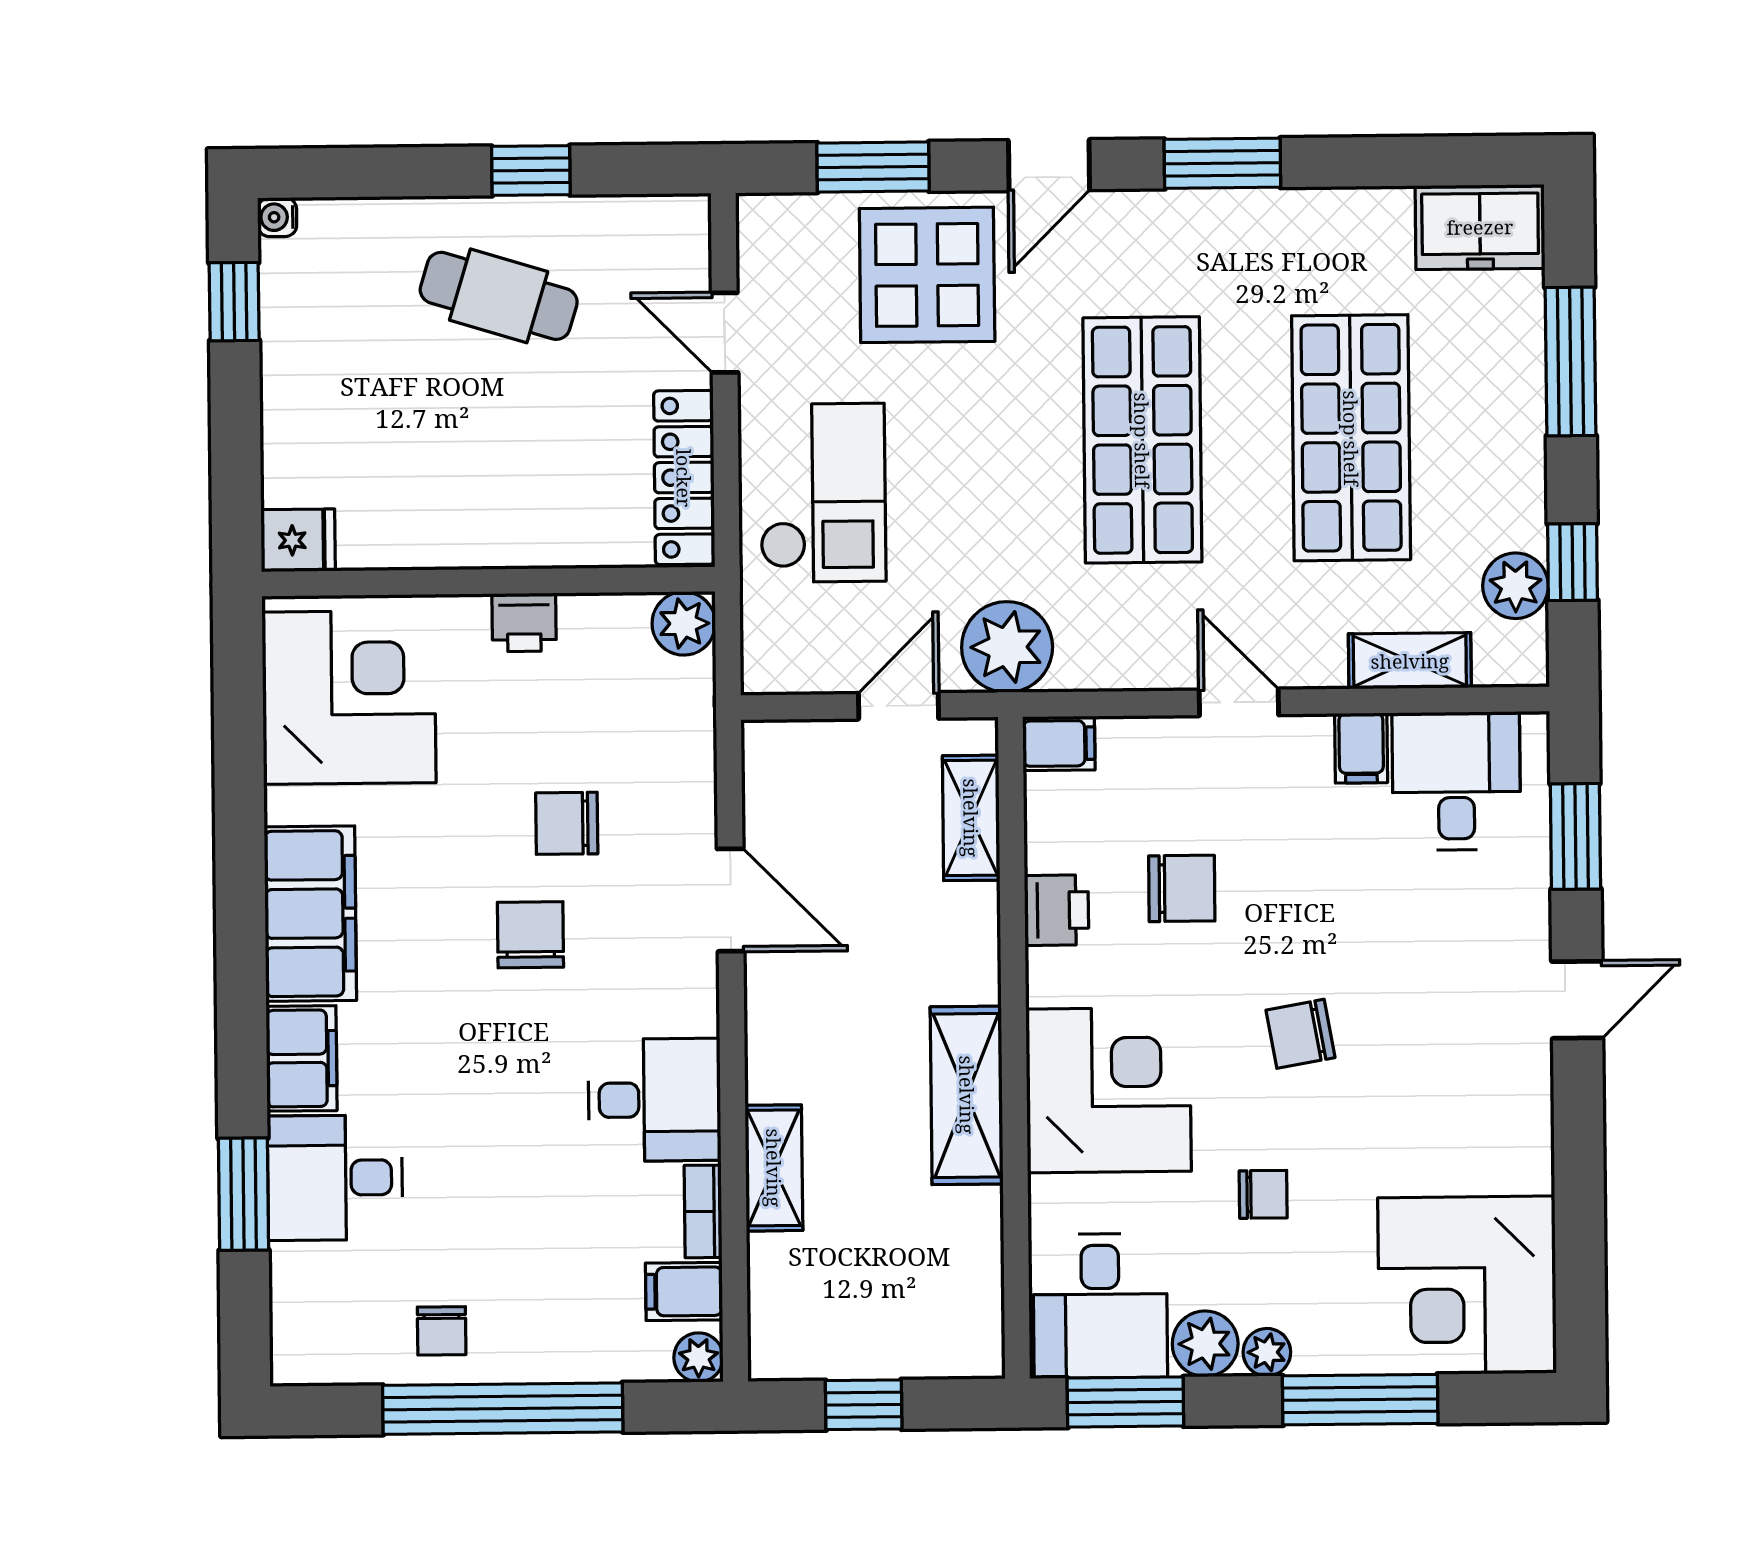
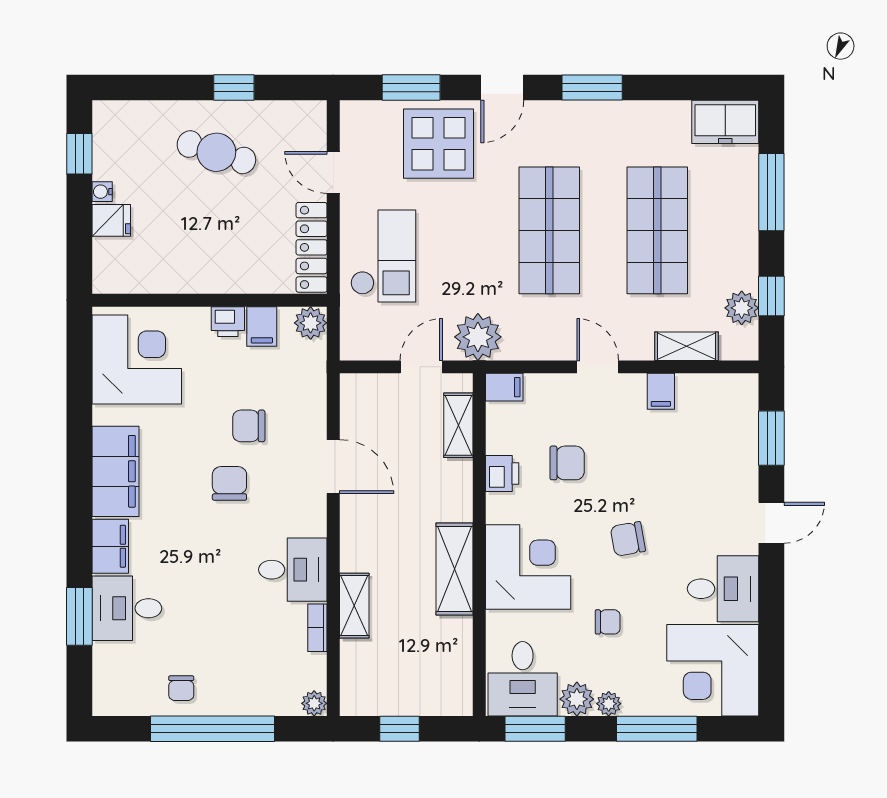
water cooler: (277, 217) -> (102, 192), moved
fridge: (298, 540) -> (111, 220), moved
desk: (1456, 781) -> (723, 589), moved, turned 90
filing cabinet: (684, 1291) -> (262, 326), moved, turned -90

